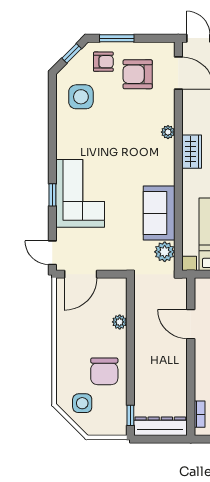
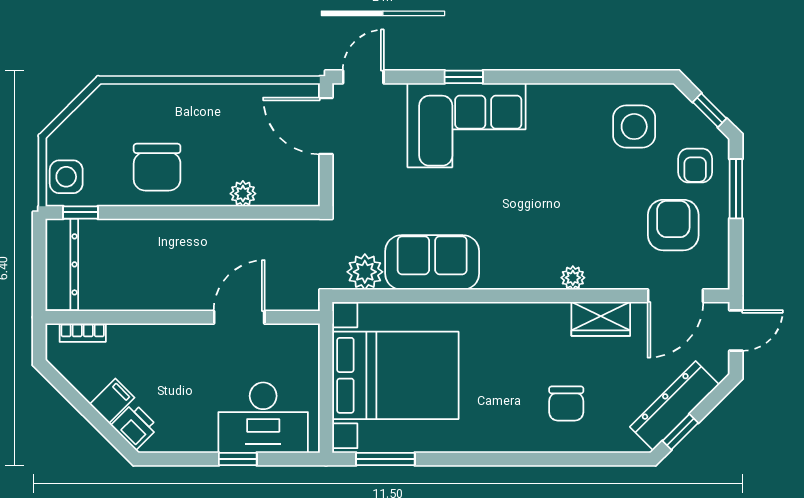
wardrobe: (192, 152) -> (601, 319), moved
chair: (104, 371) -> (157, 167), turned -90
side table: (82, 403) -> (66, 177), moved

